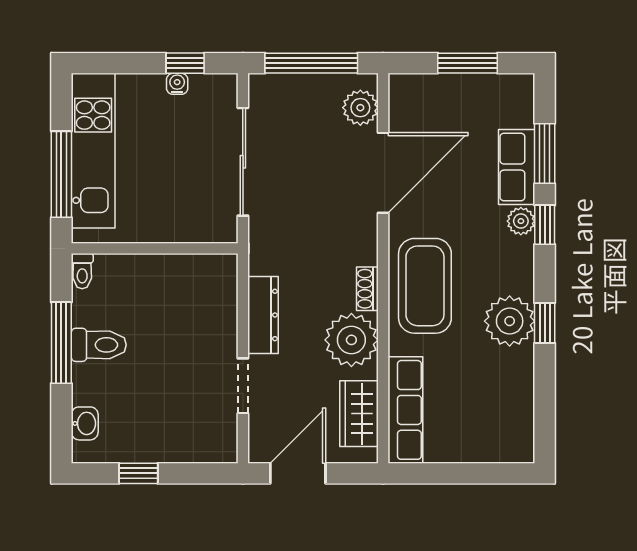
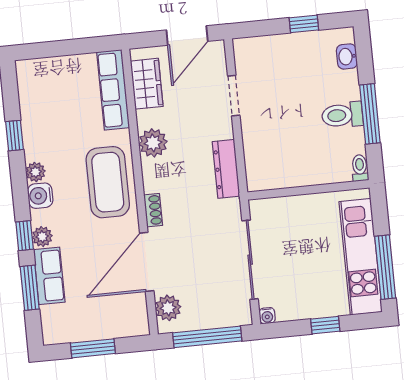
window: (185, 63) -> (325, 325), moved
water cooler: (177, 84) -> (267, 316), moved
window: (61, 174) -> (385, 267), moved
water cooler: (518, 277) -> (40, 196), added
shoe rack: (367, 289) -> (153, 210), moved
dresser: (263, 315) -> (226, 169), moved
plant: (510, 321) -> (35, 172), width x0.53, depth x0.53
window: (545, 323) -> (15, 136), moved
plant: (351, 340) -> (153, 143), width x0.73, depth x0.73

